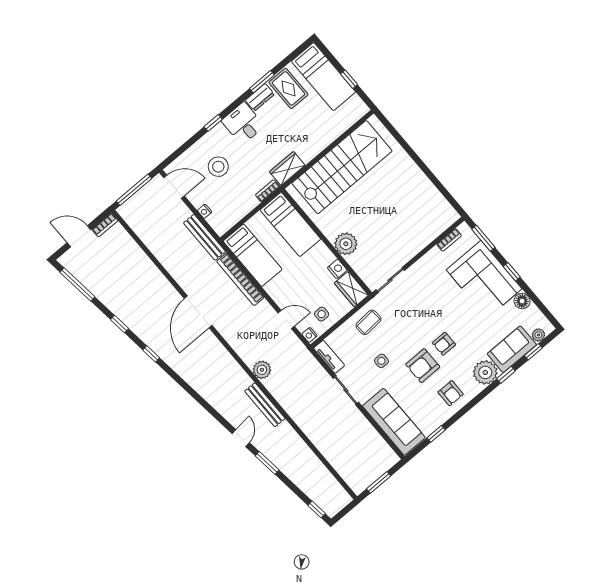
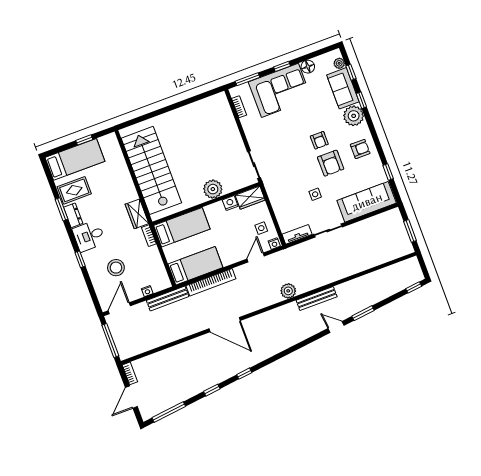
coffee table: (368, 322) -> (281, 194), removed

